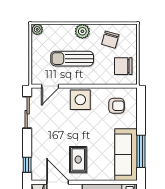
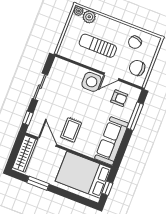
plant: (82, 31) -> (89, 17), moved
door: (50, 86) -> (111, 77), moved
sliding door: (27, 112) -> (40, 87), moved
window: (141, 151) -> (135, 116), moved

